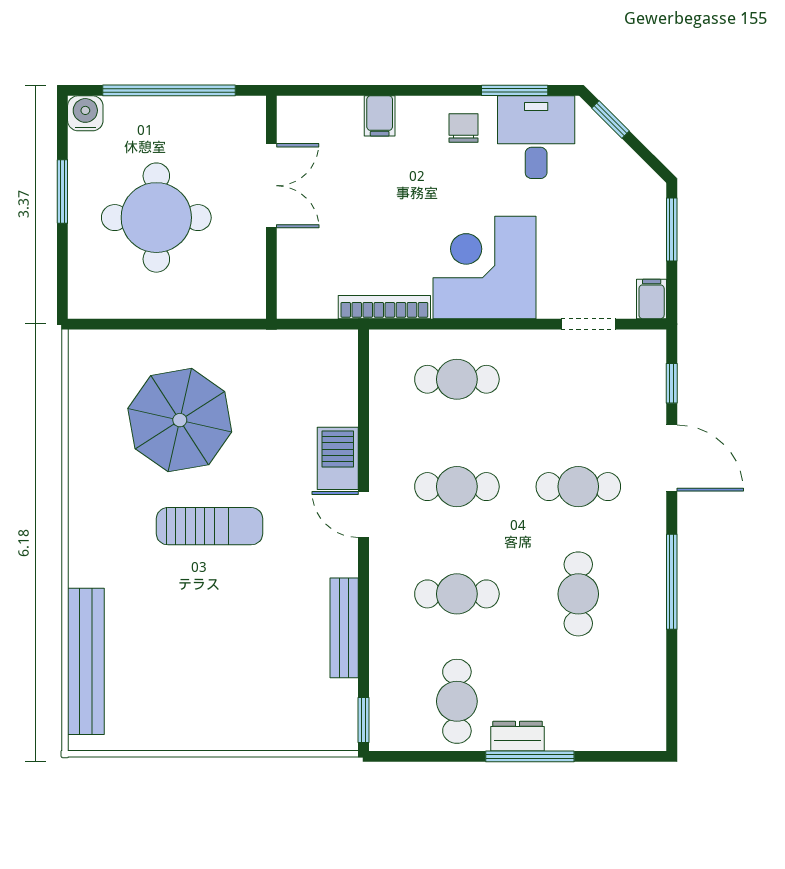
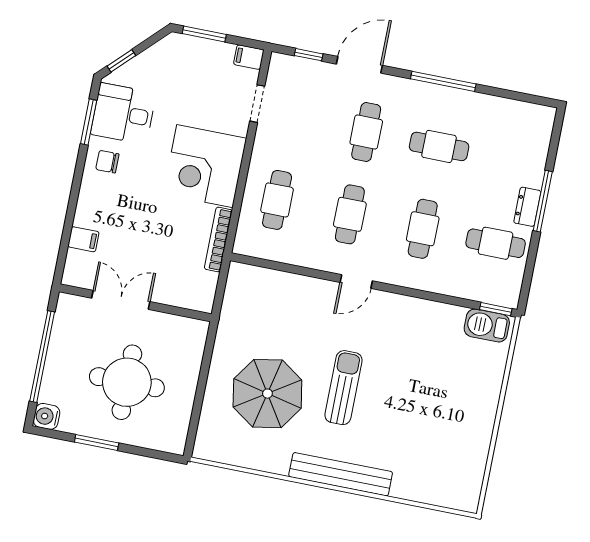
filing cabinet: (380, 116) -> (83, 239), moved
barbecue: (338, 458) -> (487, 326), moved
bench: (344, 628) -> (431, 310), removed
bench: (86, 661) -> (341, 474), moved

